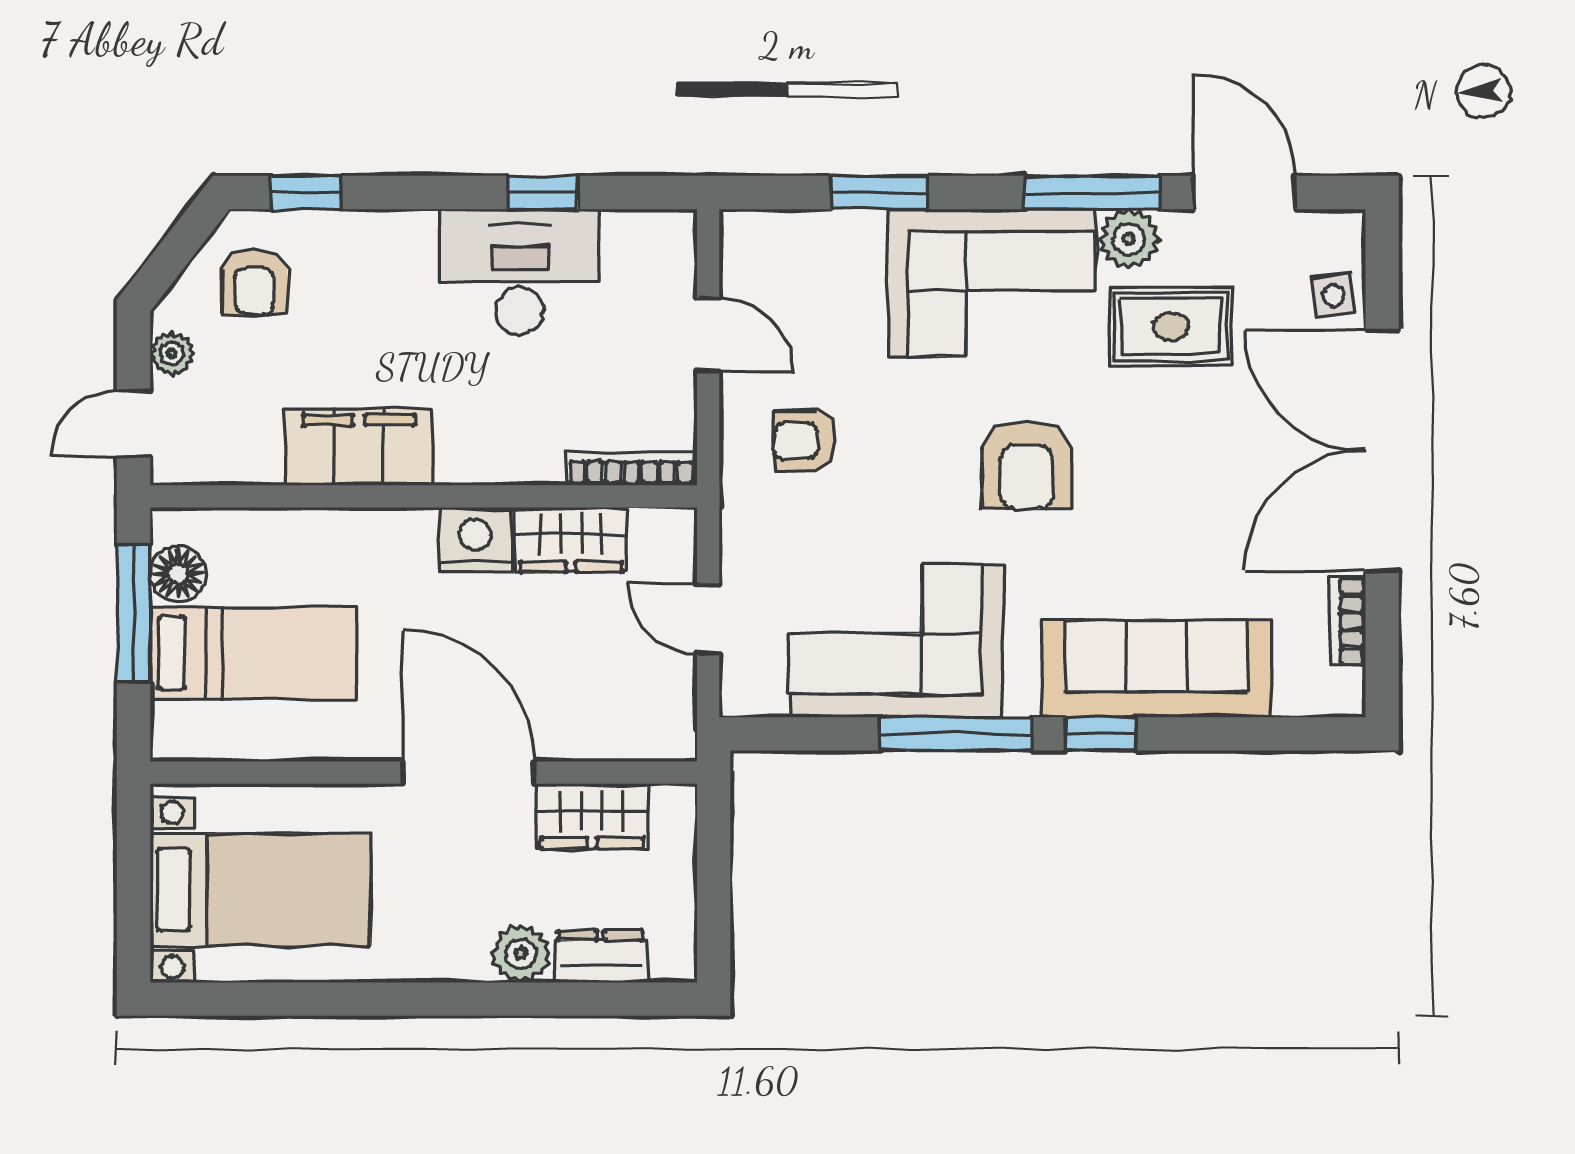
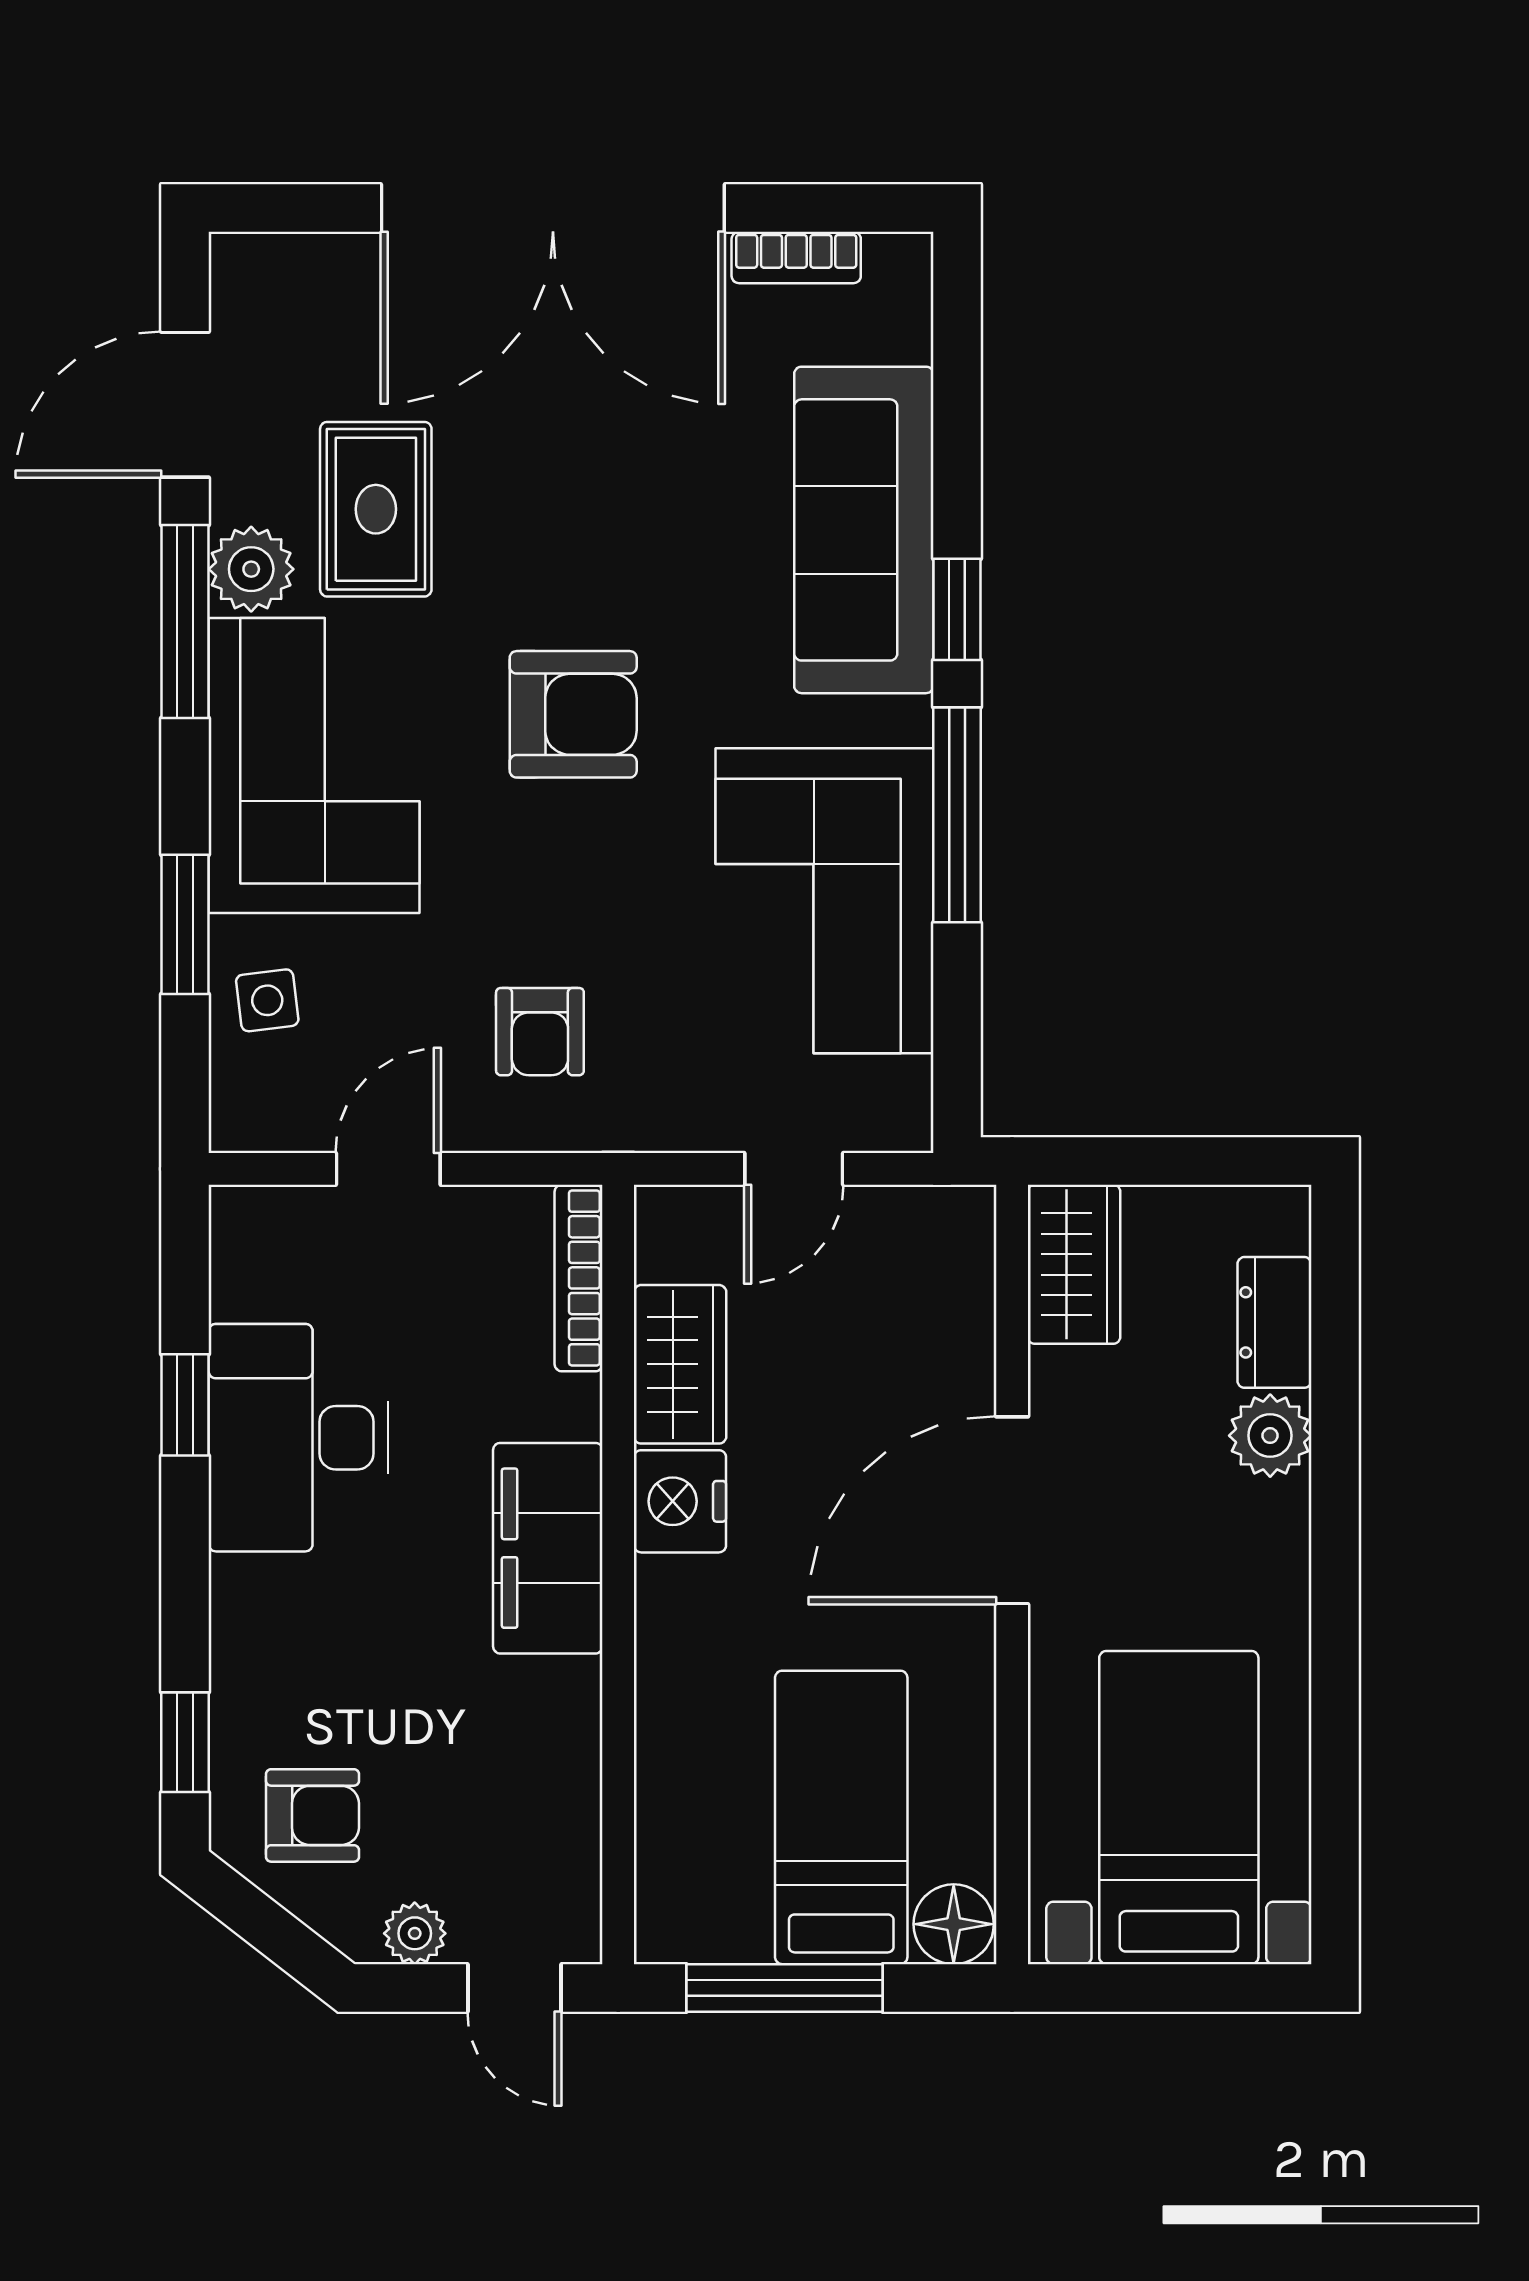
side table: (1333, 295) -> (267, 1000), moved
filing cabinet: (359, 447) -> (548, 1548), moved
floor lamp: (178, 574) -> (954, 1924), moved
wardrobe: (592, 816) -> (1074, 1264), moved

